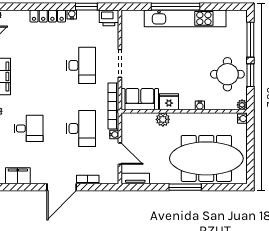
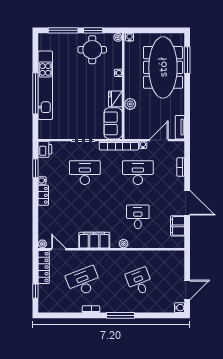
locker: (48, 16) -> (43, 195), width x0.66
door: (62, 187) -> (187, 203), moved
window: (185, 187) -> (187, 60), moved

